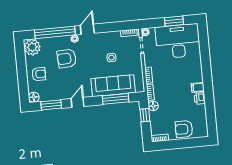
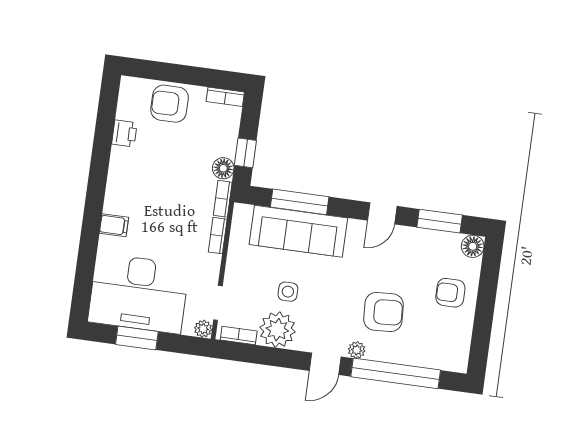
plant: (32, 47) -> (277, 330), moved
filing cabinet: (198, 87) -> (114, 225), moved
printer: (200, 98) -> (124, 133), moved
armchair: (184, 129) -> (170, 104), turned 180

